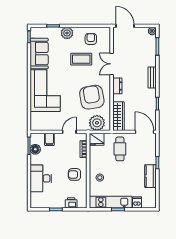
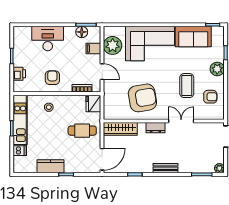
plant: (97, 123) -> (113, 45), moved

